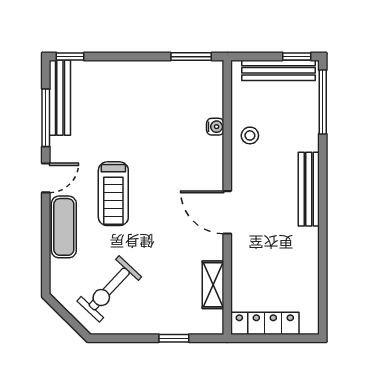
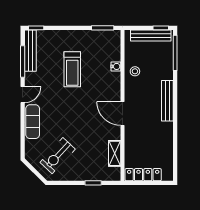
treadmill: (113, 194) -> (72, 69), moved

